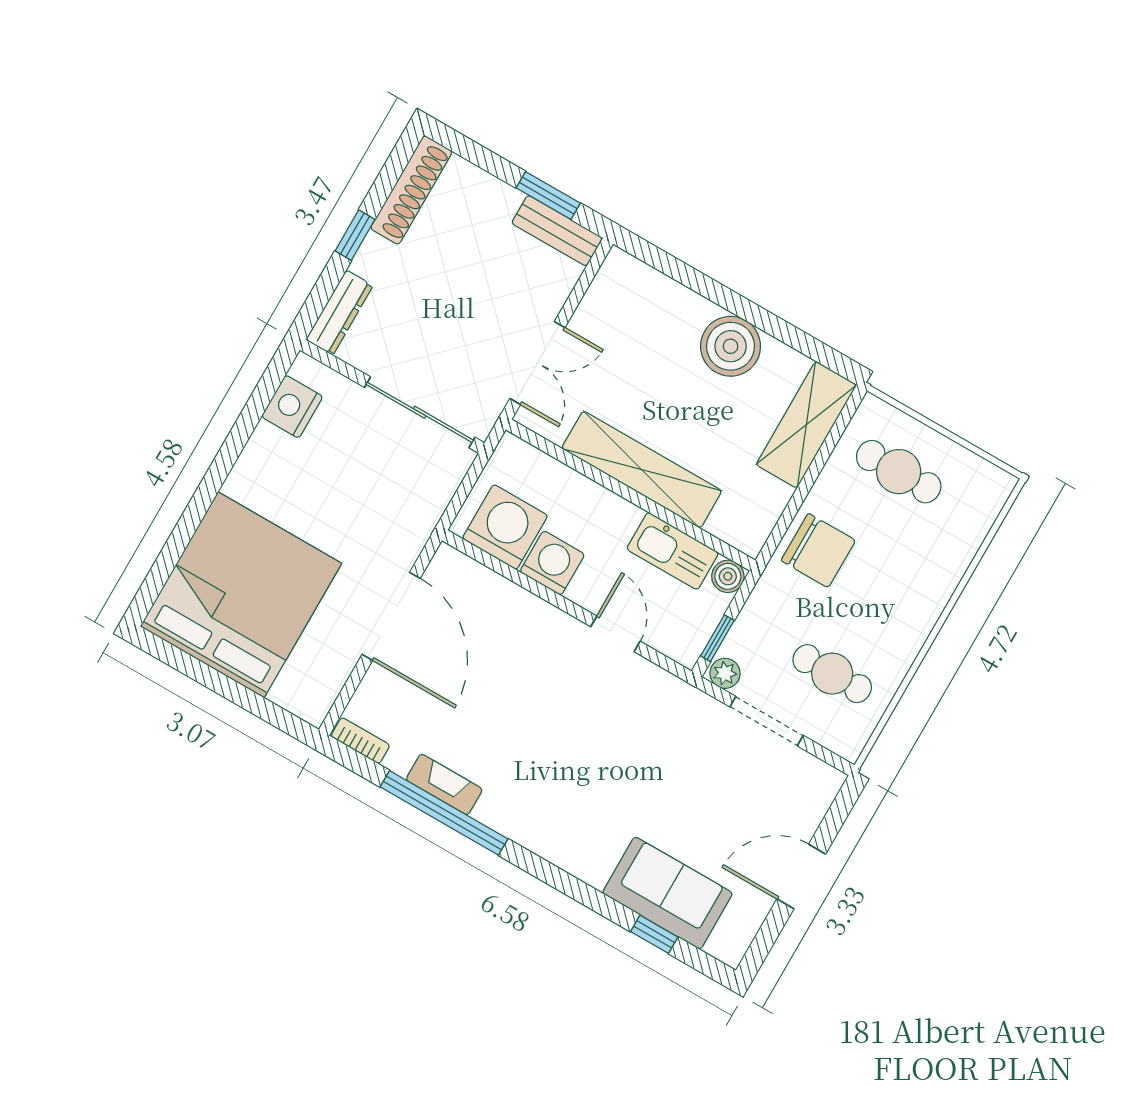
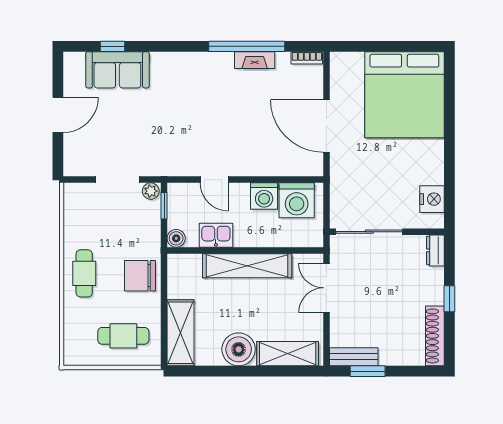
shelving: (658, 295) -> (288, 354), added
dresser: (339, 313) -> (435, 250), width x0.70
kitchen sink: (673, 551) -> (216, 235), width x0.73
cafe table: (832, 674) -> (84, 273), moved, turned 90

